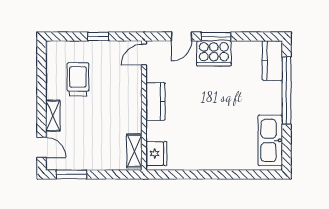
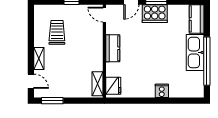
door: (144, 55) -> (104, 15), hinge flipped
window: (286, 91) -> (207, 61), moved
kitchen sink: (270, 140) -> (195, 52), moved
cooker: (224, 161) -> (162, 91), added

